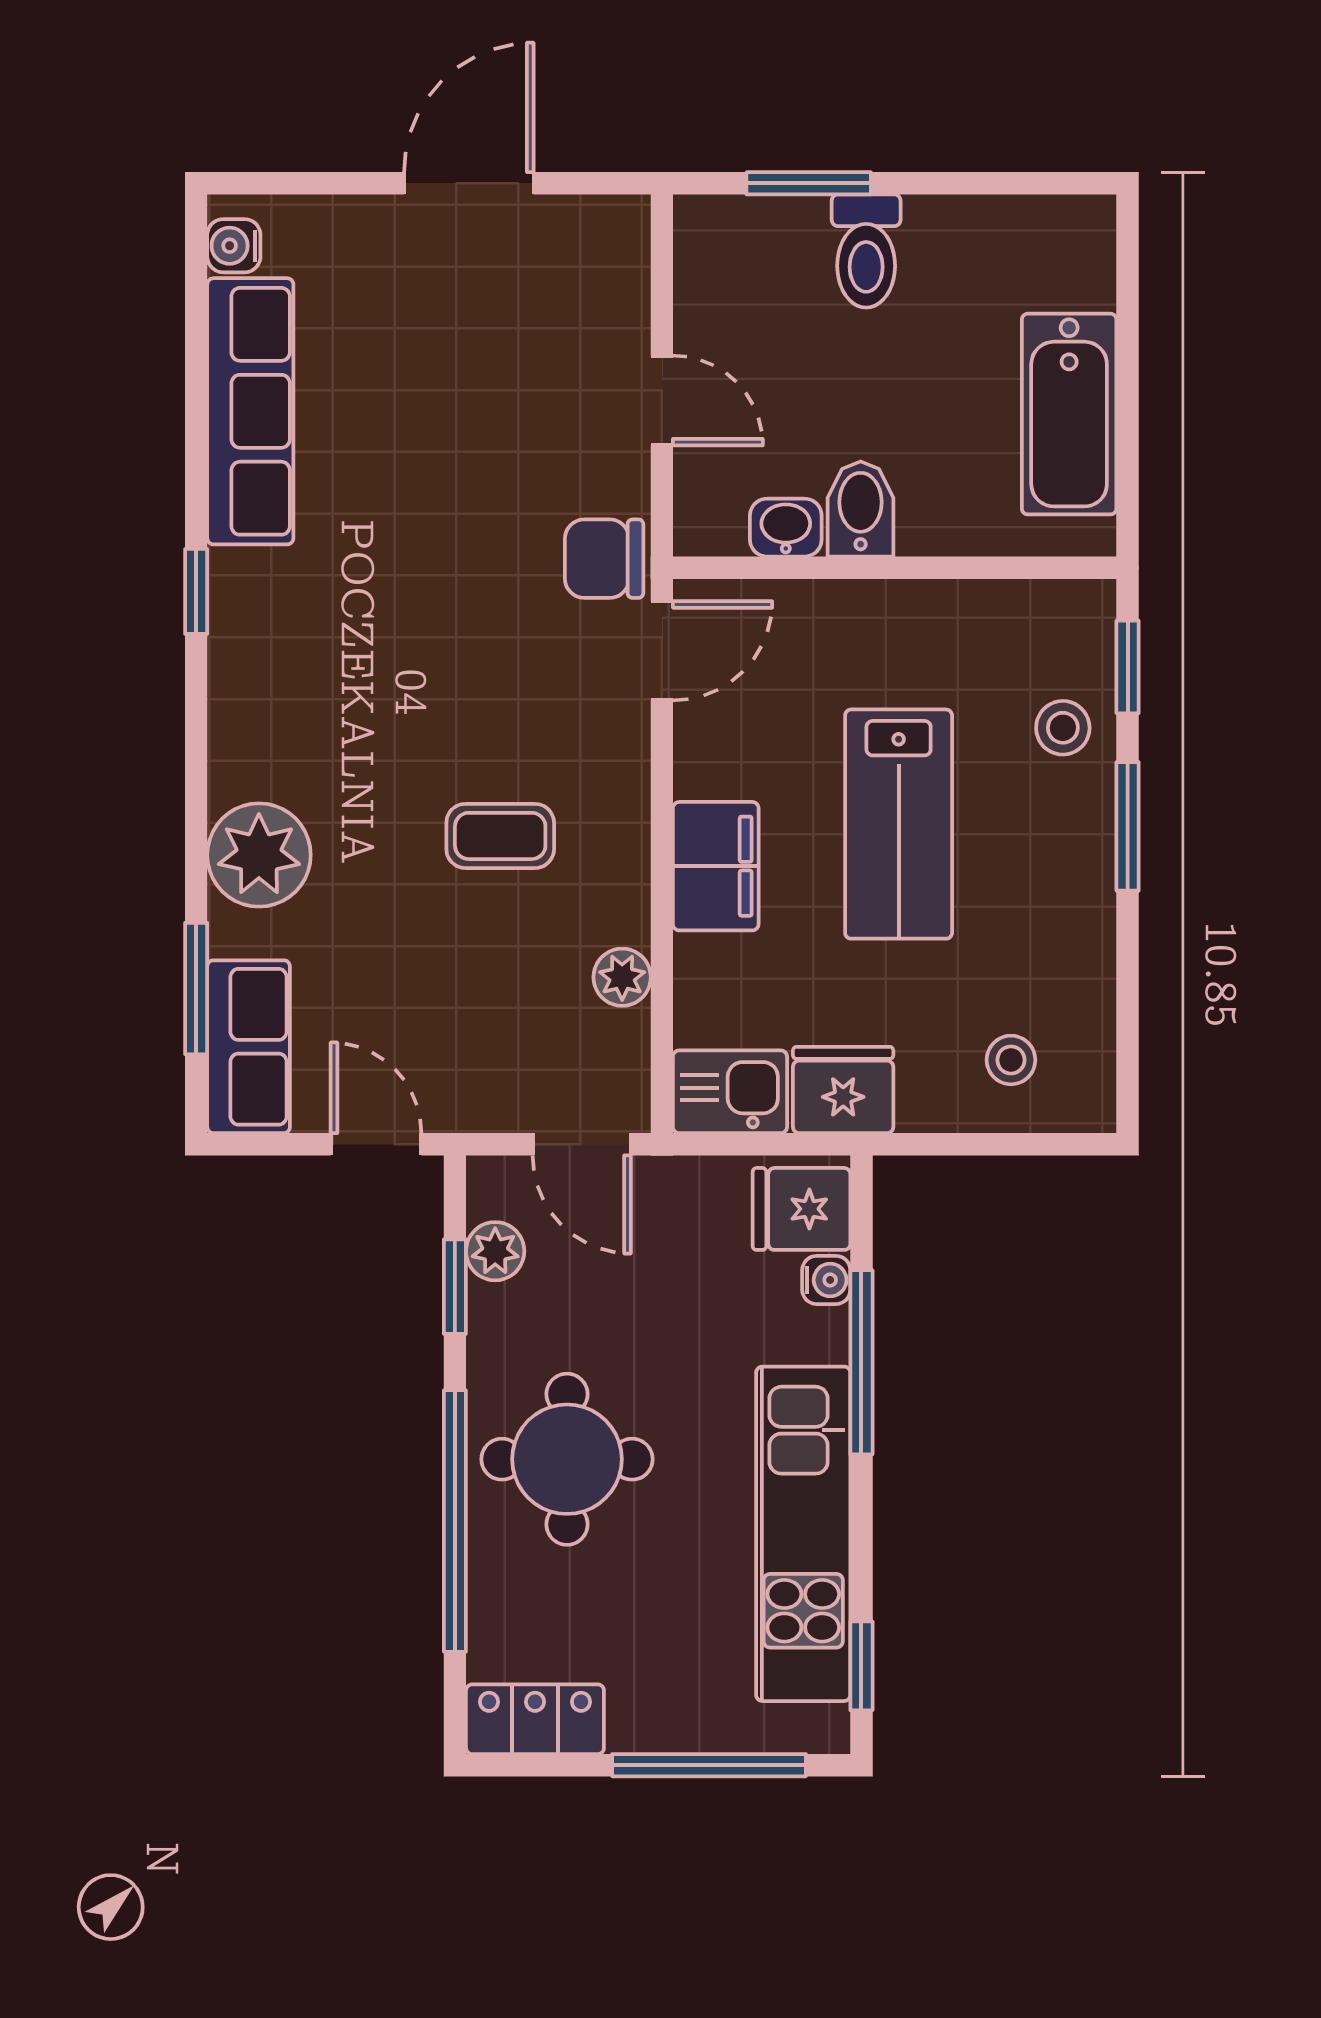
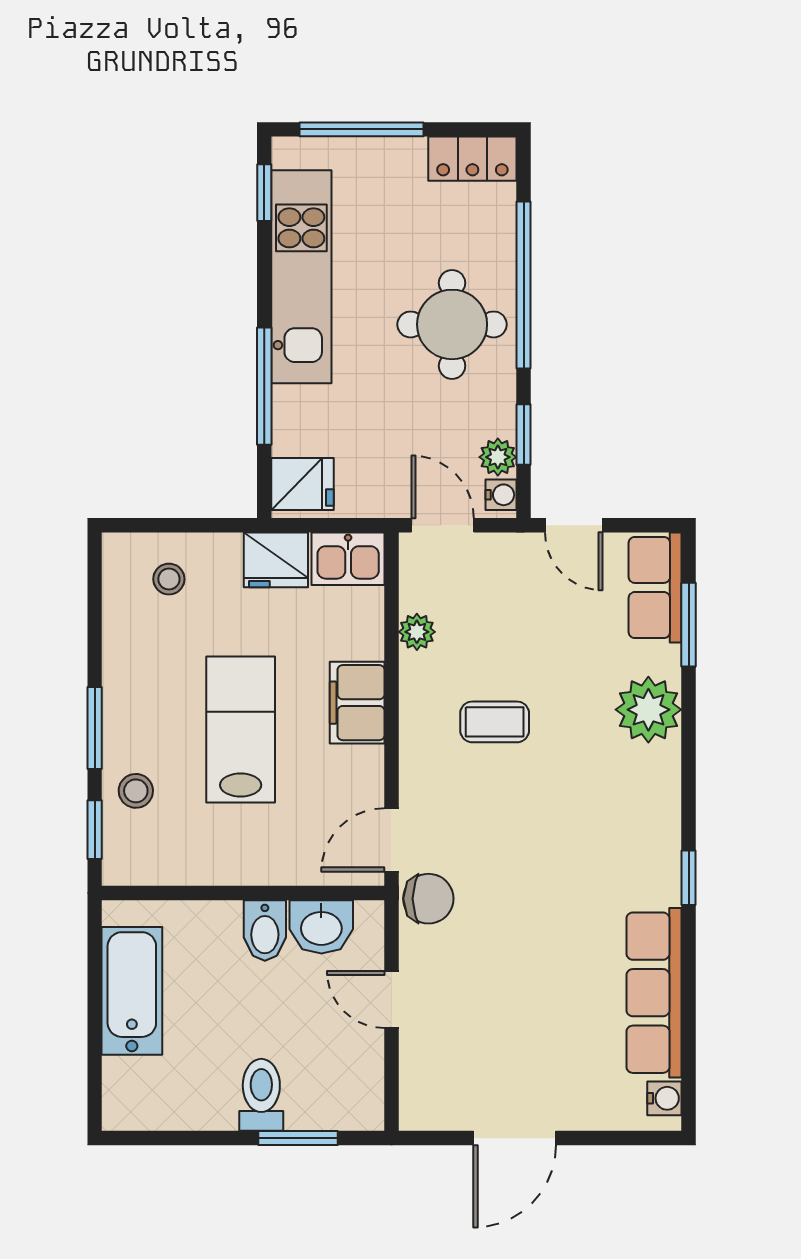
washbasin: (786, 528) -> (321, 927), width x1.38, depth x1.45
water cooler: (826, 1280) -> (501, 495), moved, turned 180

